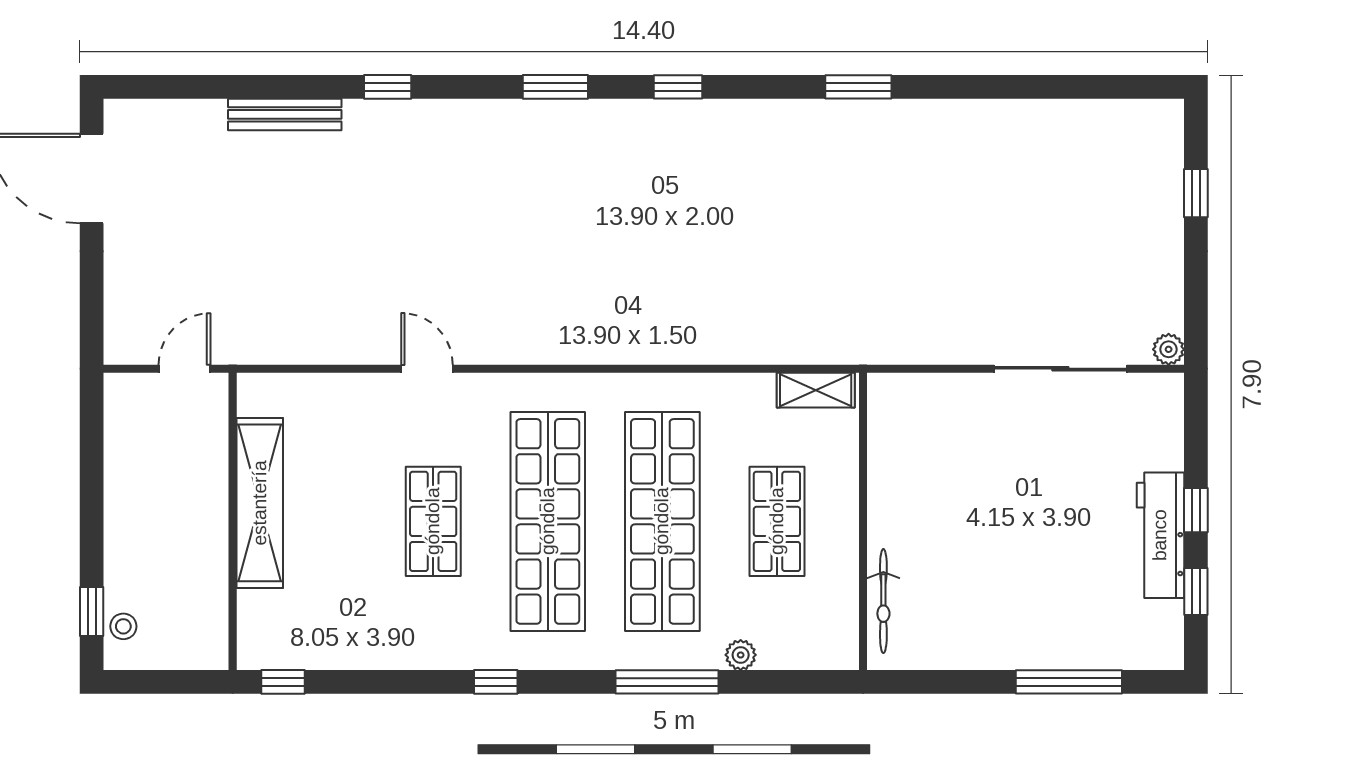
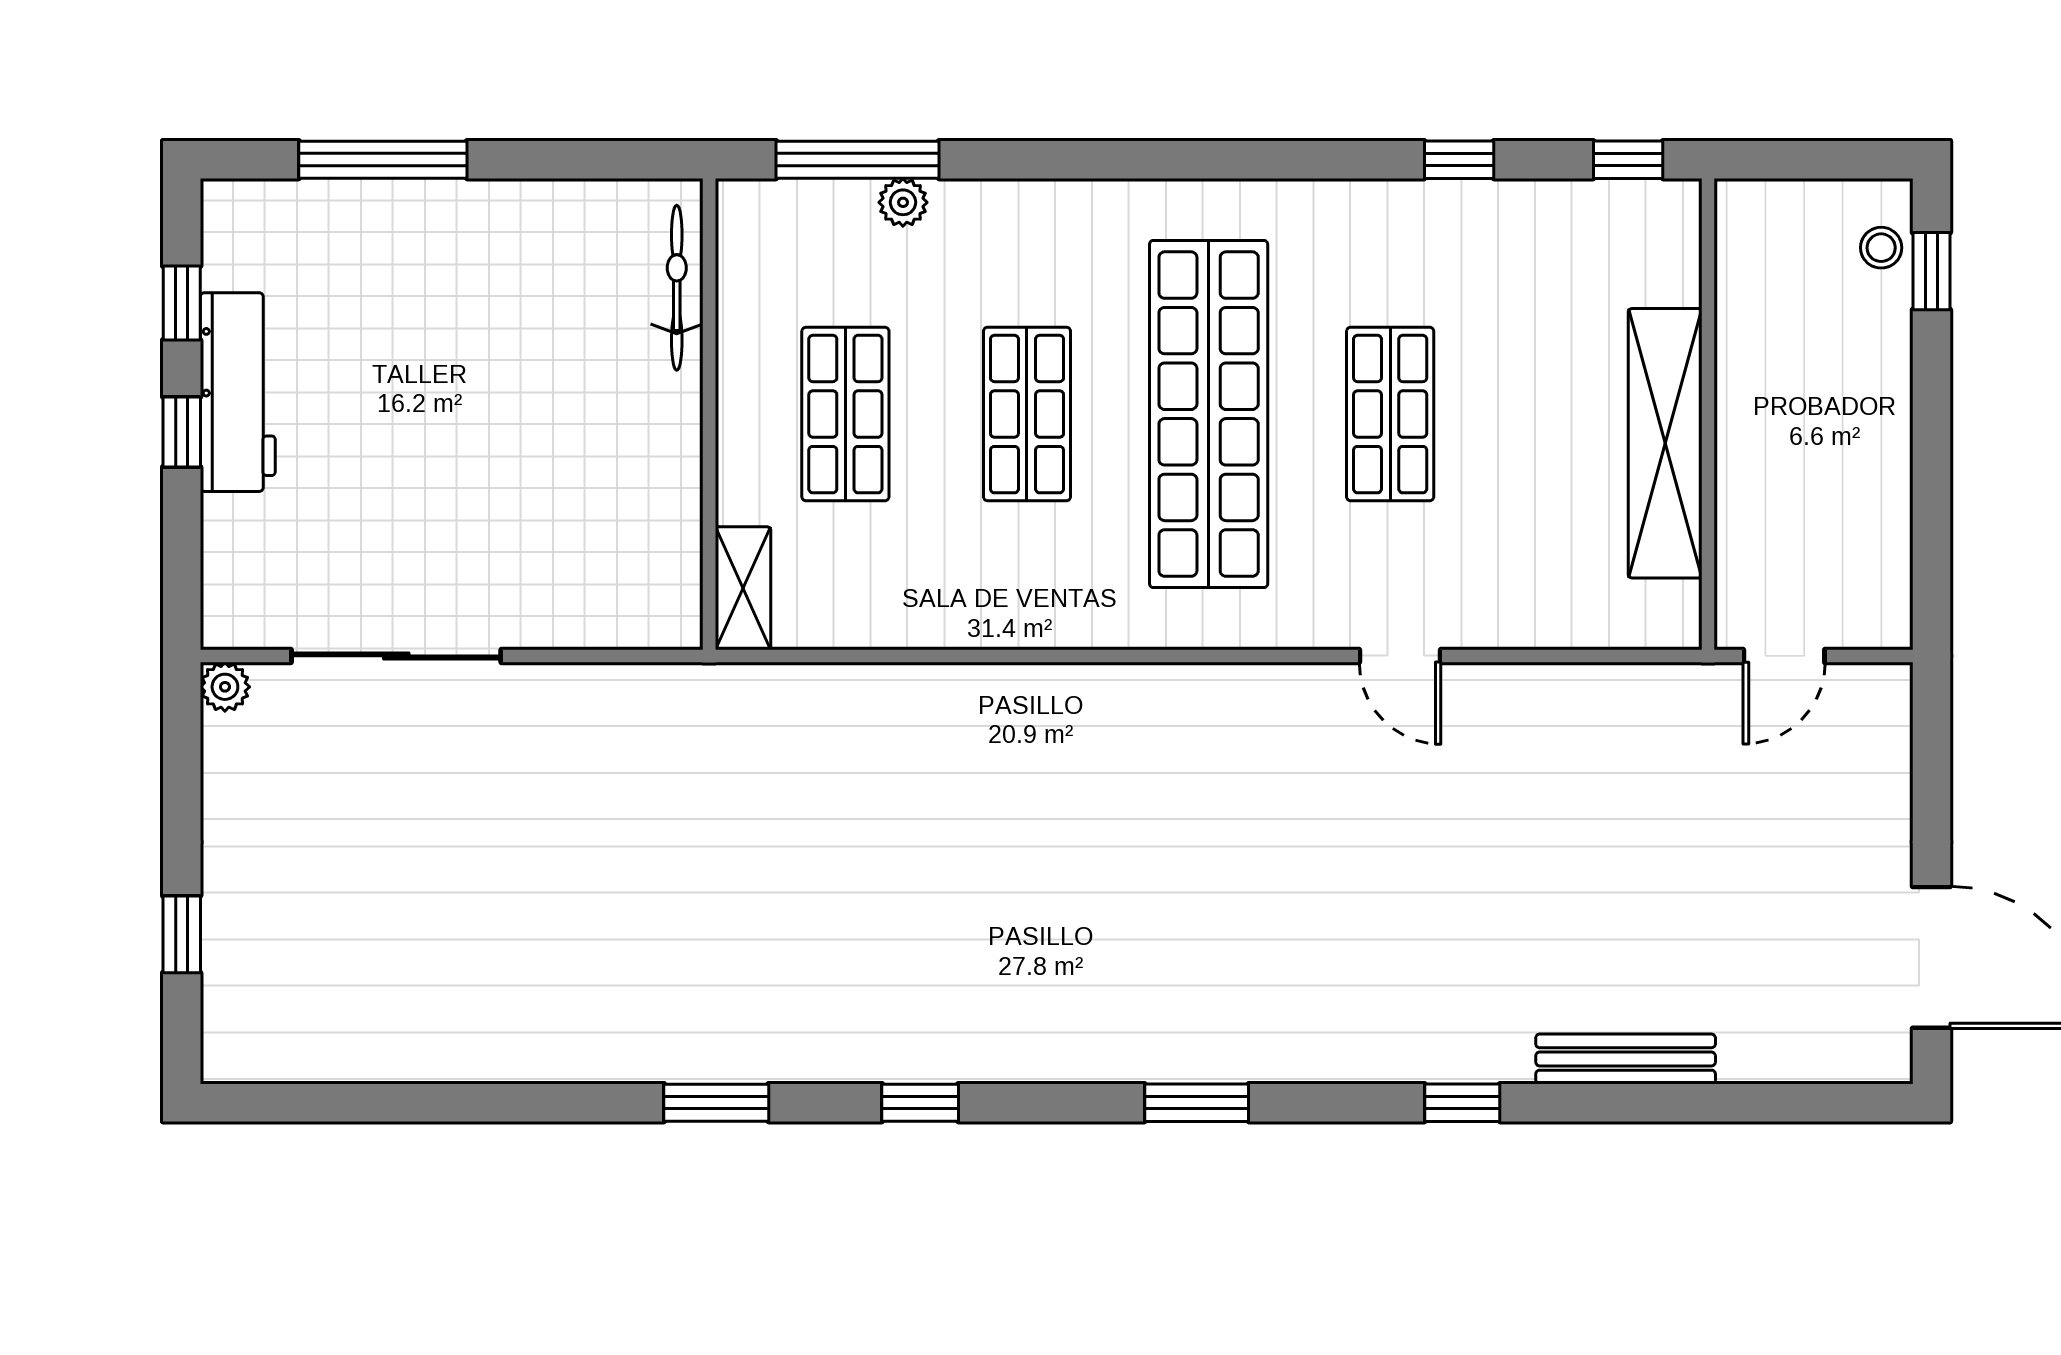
window: (678, 87) -> (920, 1103), moved
shelving: (816, 390) -> (743, 588), moved, turned 90
shop shelf: (662, 521) -> (1027, 414), width x0.50, depth x0.74
window: (496, 682) -> (1459, 160), moved
window: (667, 682) -> (857, 160), moved

